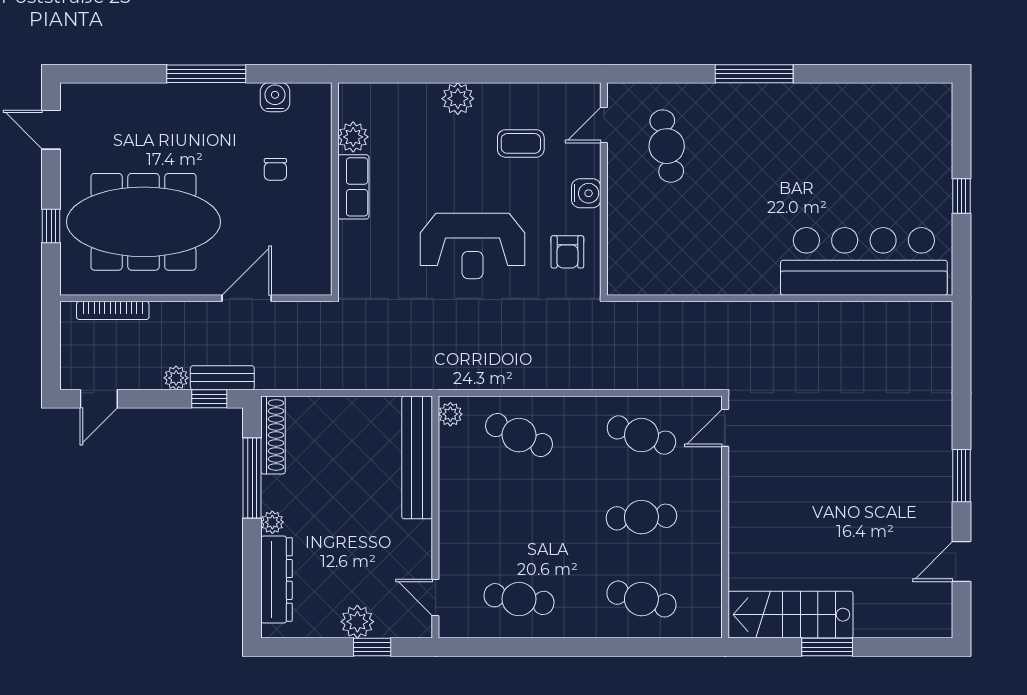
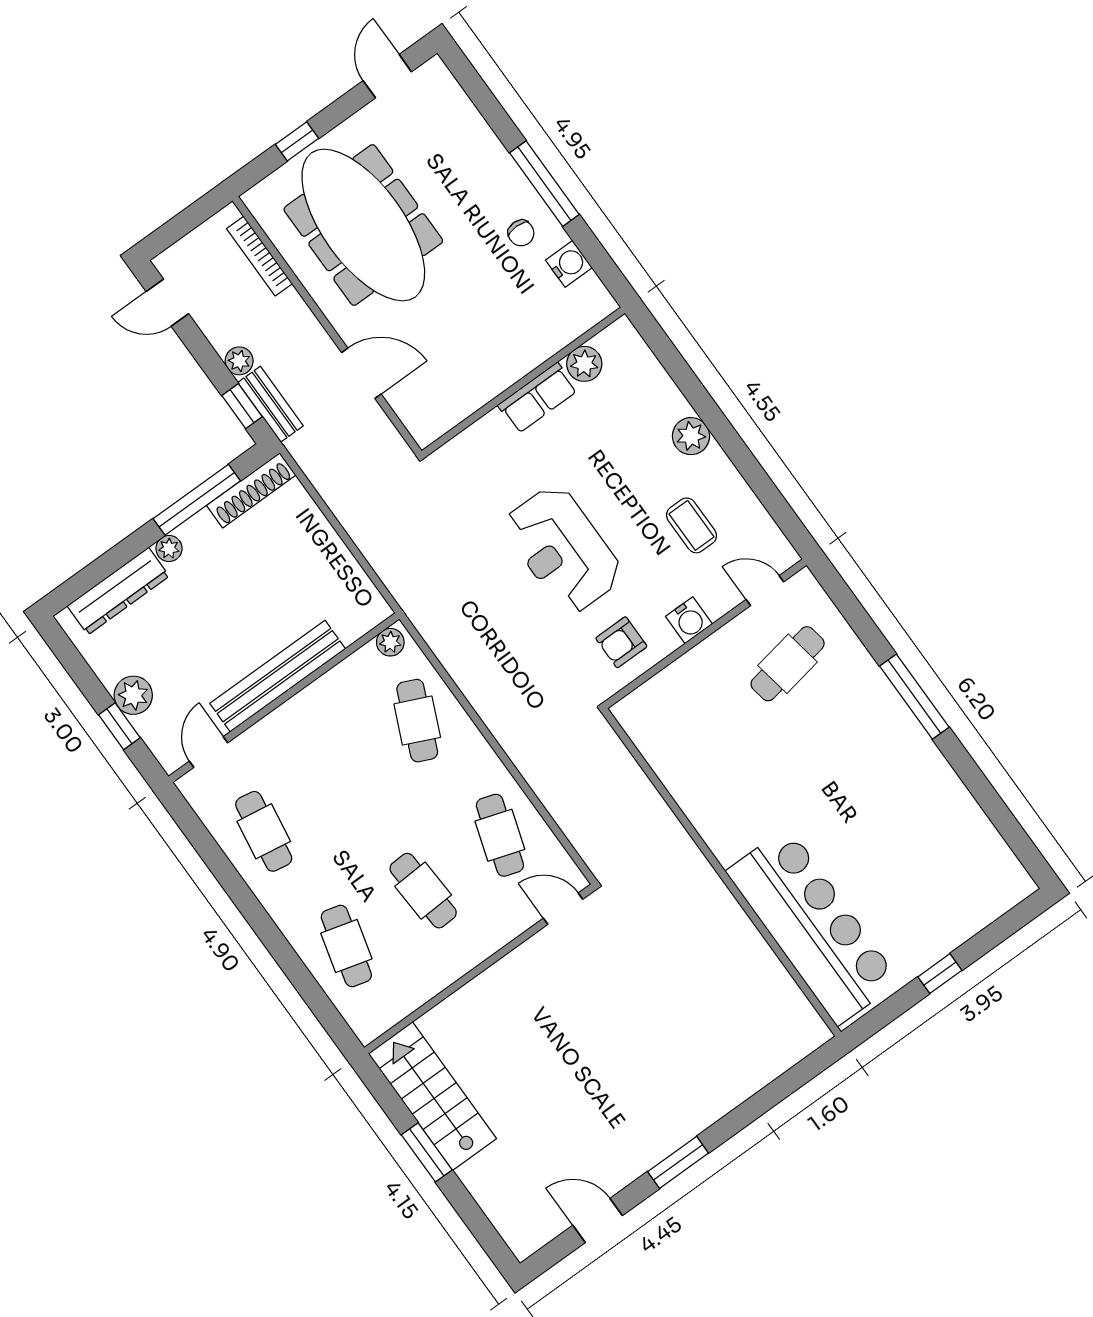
chair: (275, 169) -> (521, 233), moved, turned -90
bench: (417, 457) -> (278, 676), moved

